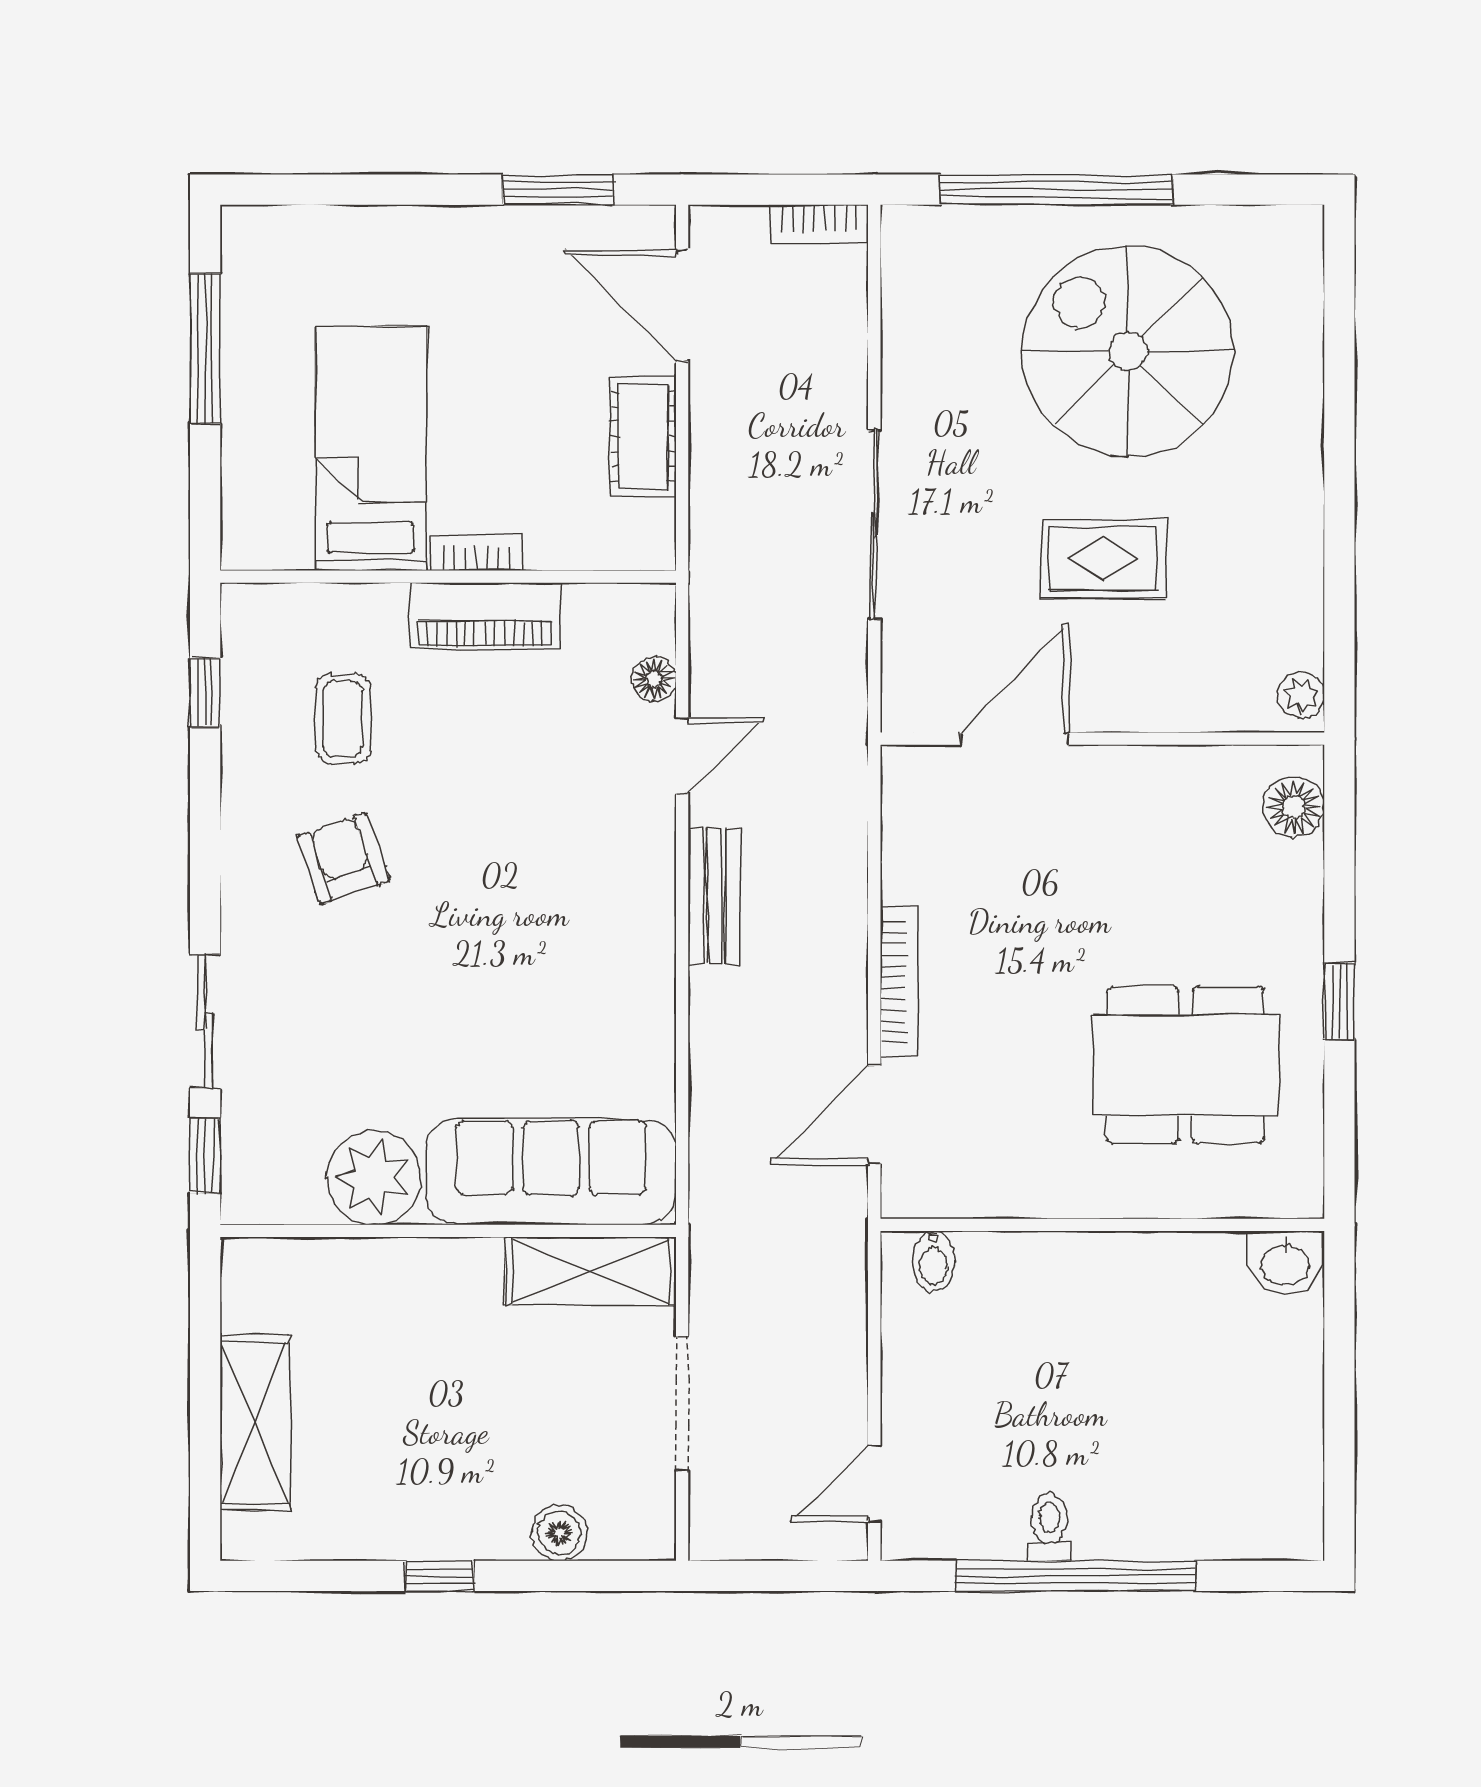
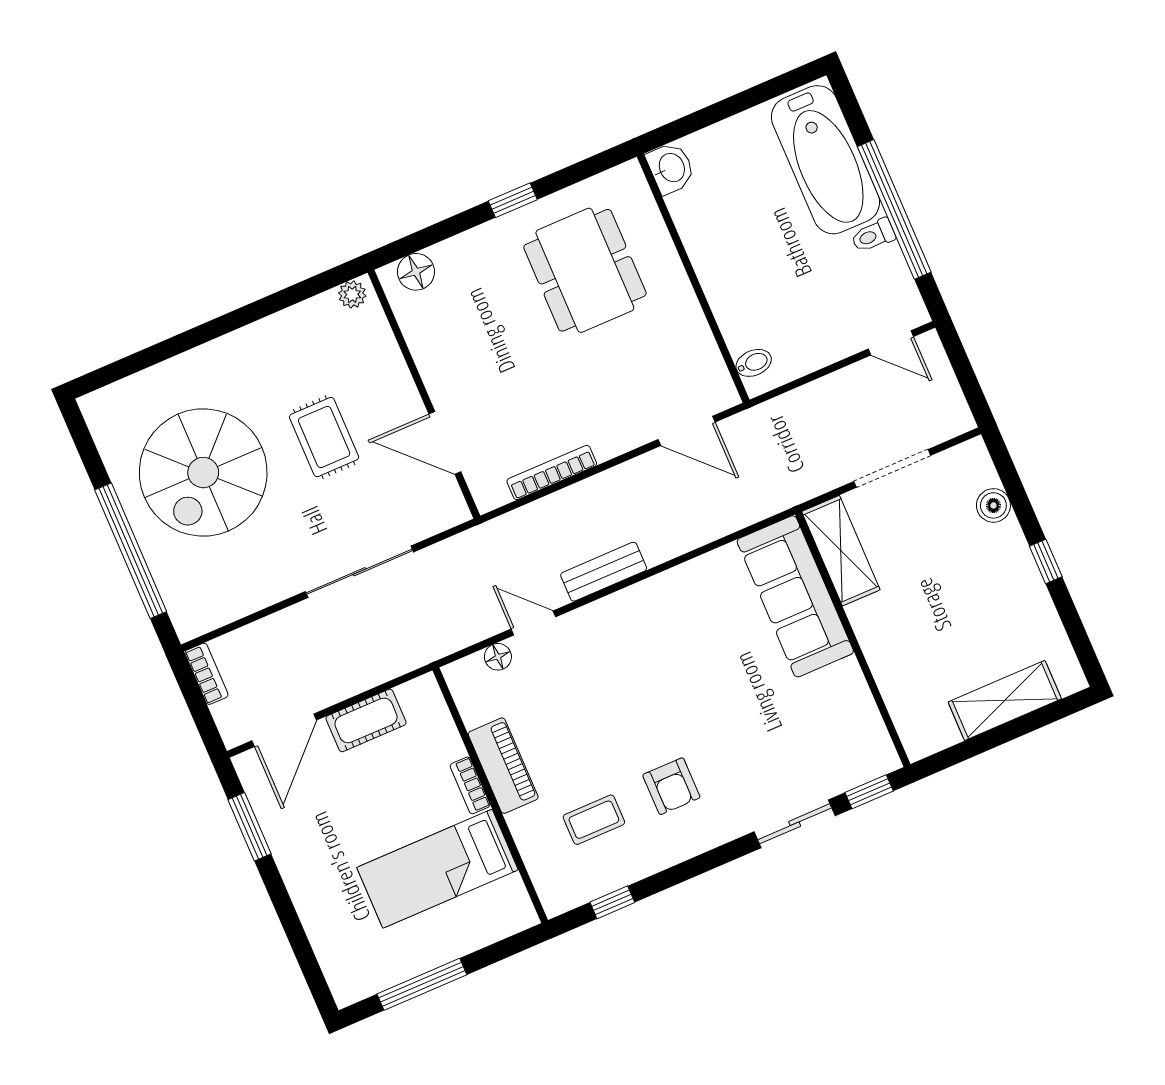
armchair: (343, 859) -> (671, 786), turned -71
bookcase: (899, 982) -> (552, 472), moved
plant: (374, 1178) -> (841, 693), removed
bathtub: (1196, 1504) -> (825, 160), added

